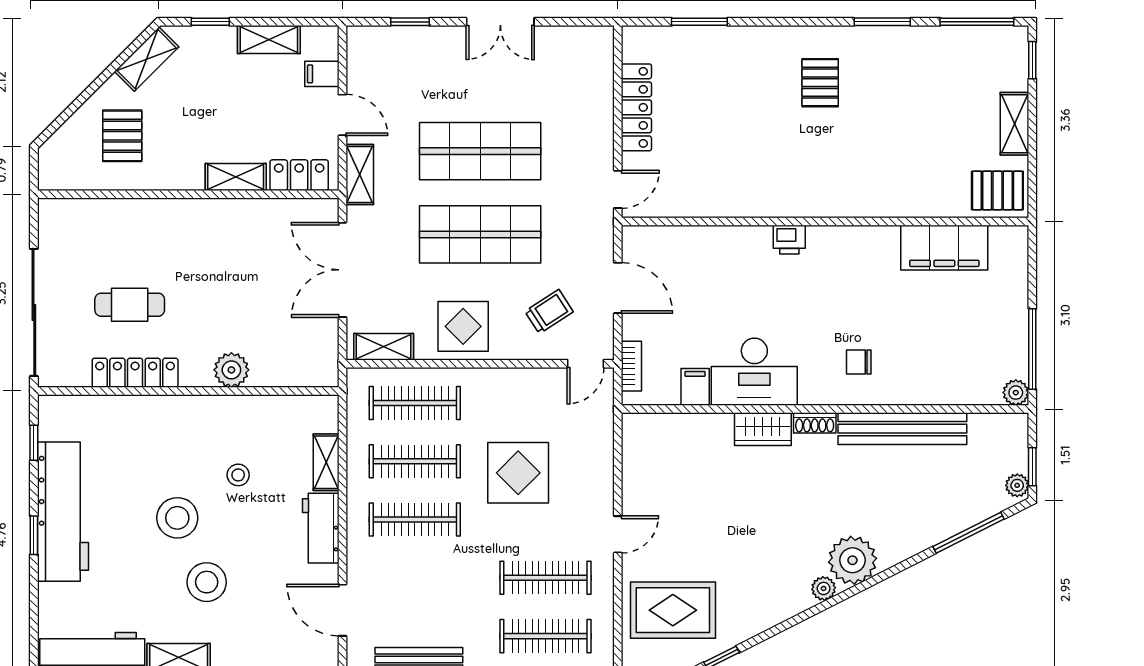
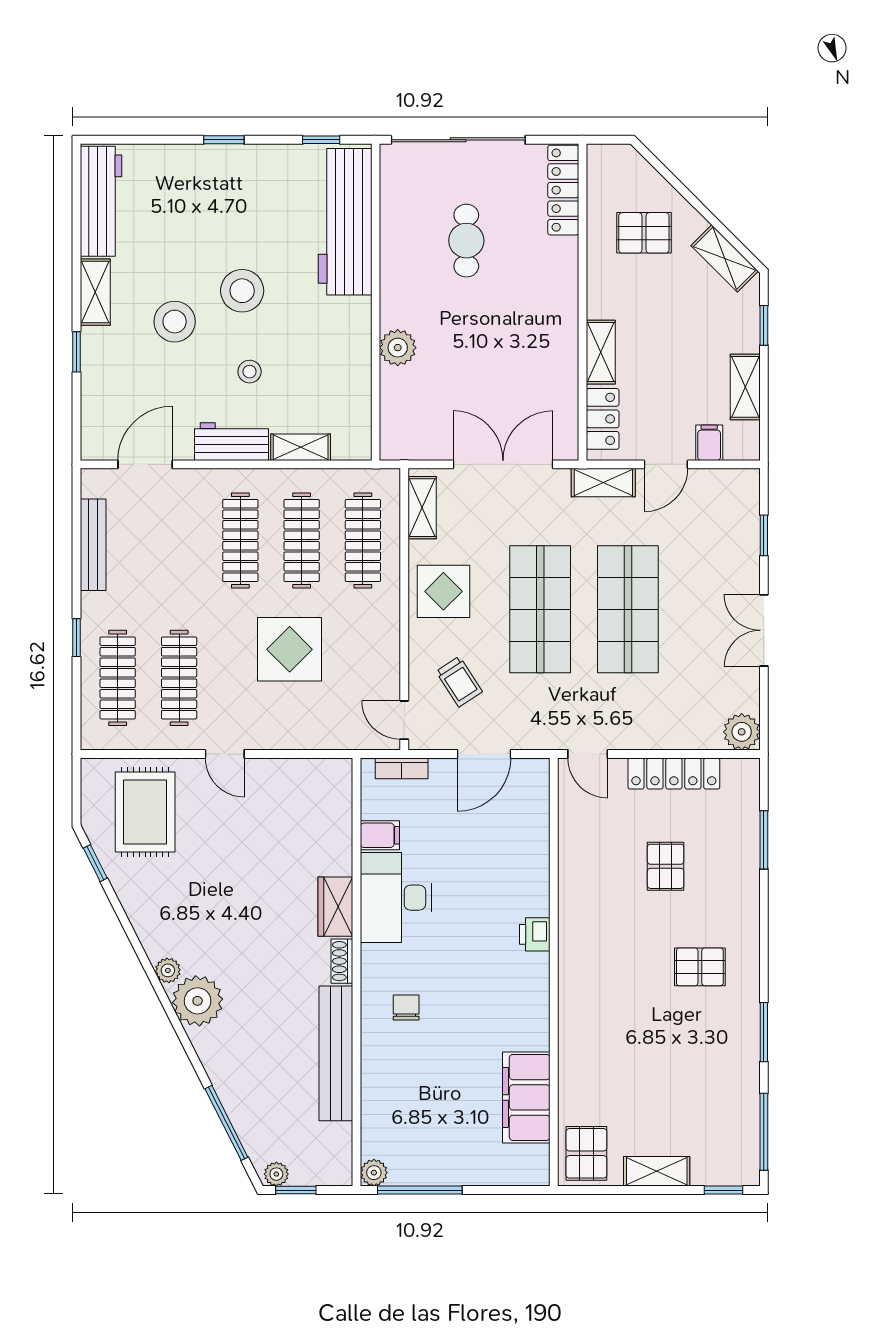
plant: (597, 43) -> (742, 732), added
pallet: (725, 115) -> (666, 866), added
locker: (135, 373) -> (563, 190), moved, turned 180
stool: (238, 475) -> (250, 372), moved
workbench: (63, 512) -> (345, 222), moved, turned 90

